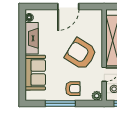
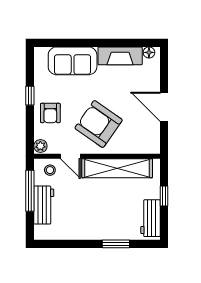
armchair: (81, 54) -> (99, 124), turned -87
window: (60, 103) -> (30, 96), width x0.46

